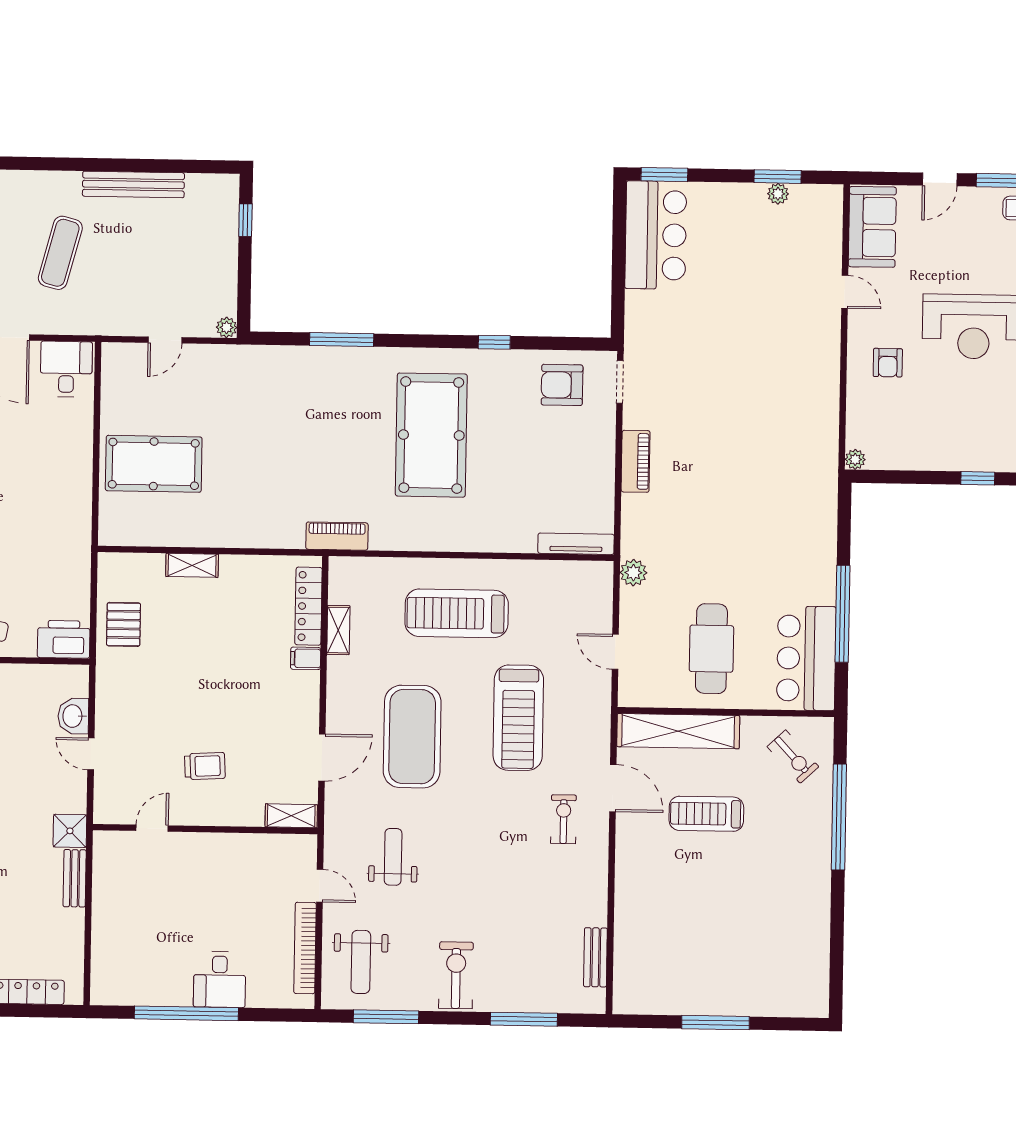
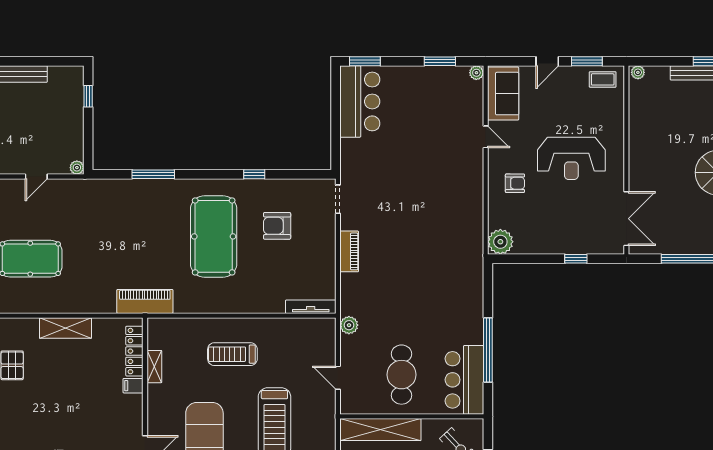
plant: (778, 194) -> (476, 73), moved
armchair: (888, 363) -> (515, 183), turned -90
armchair: (562, 385) -> (277, 226), moved
plant: (855, 459) -> (500, 242), width x1.88, depth x1.88
piano: (337, 536) -> (145, 301), width x1.37, depth x1.33
shelving: (192, 565) -> (65, 328), width x1.50, depth x1.33
treadmill: (457, 613) -> (232, 354), width x0.73, depth x0.73

